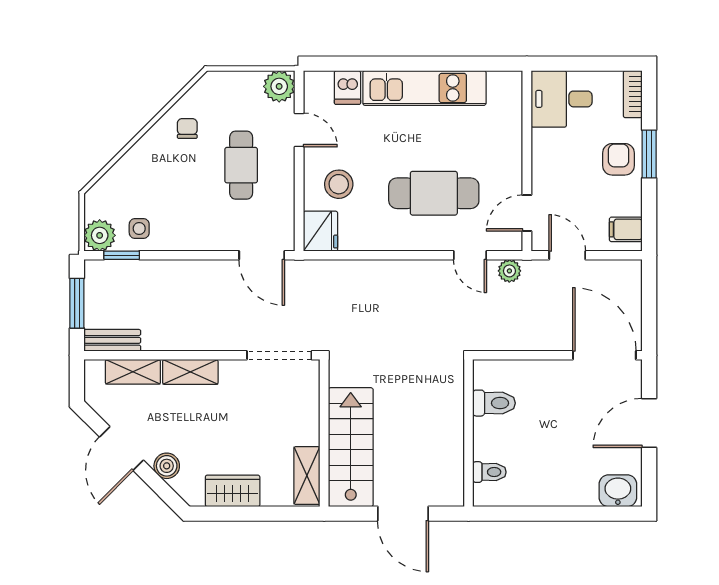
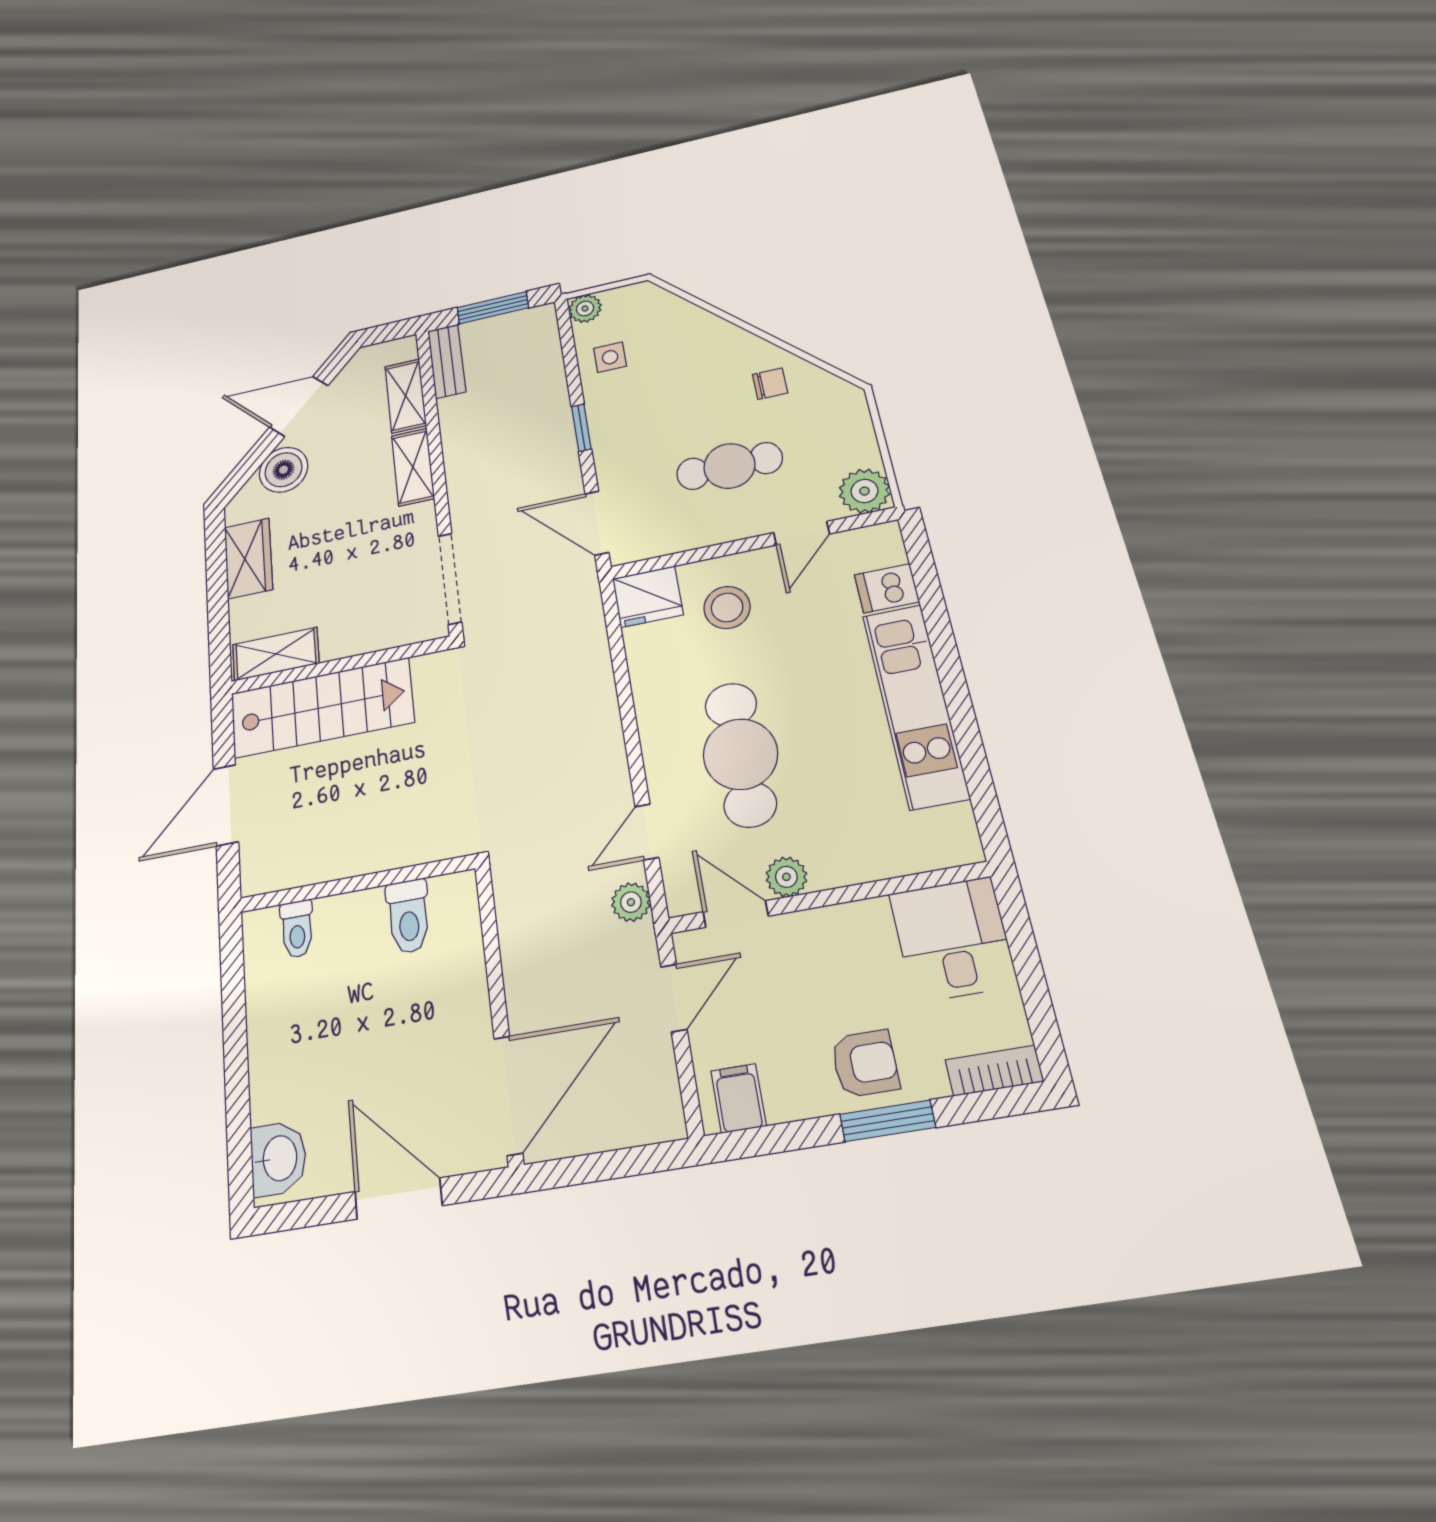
plant: (511, 181) -> (786, 877), added
plant: (100, 235) -> (585, 308), width x0.73, depth x0.73
window: (122, 255) -> (581, 428), moved
door: (262, 255) -> (597, 523), hinge flipped
boiler: (167, 466) -> (284, 470), width x1.36, depth x1.36

